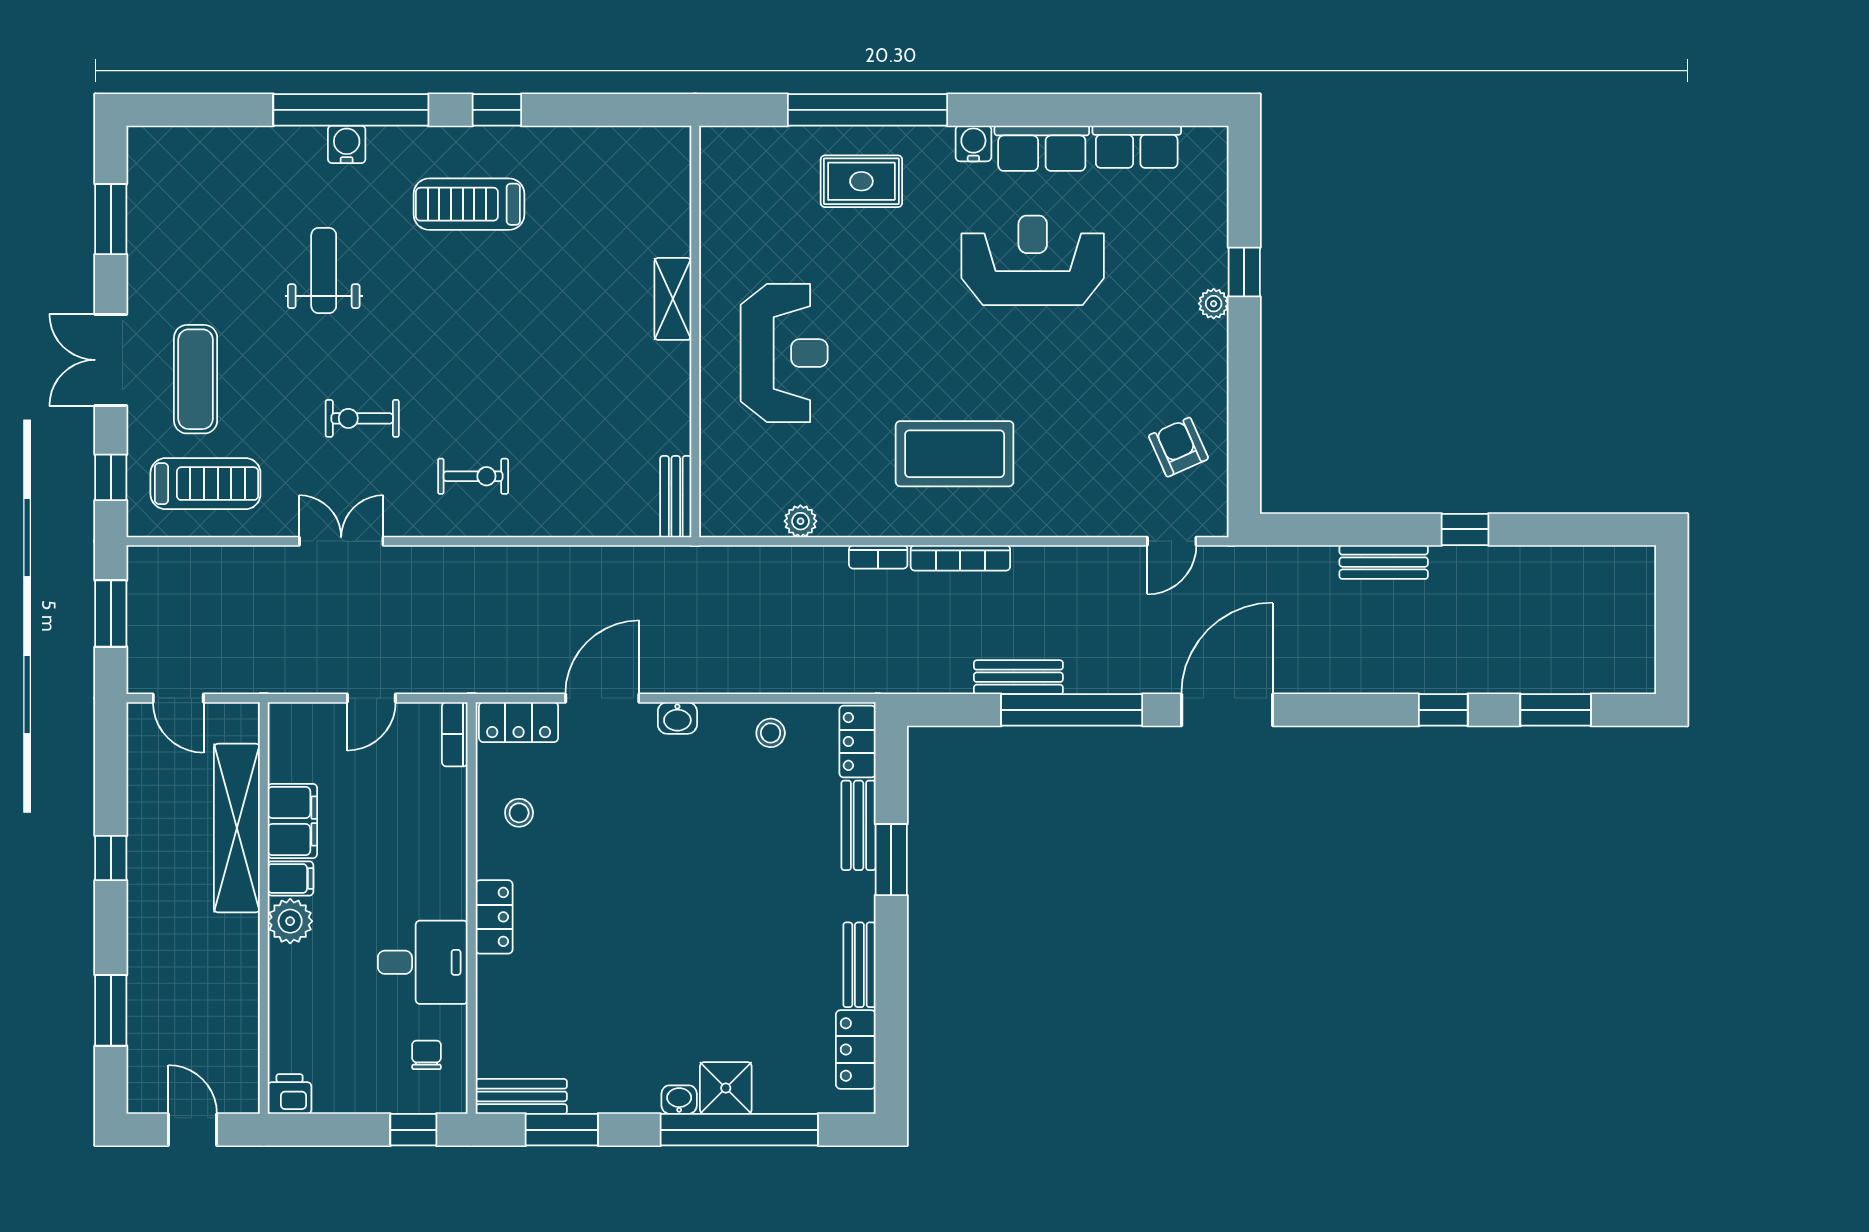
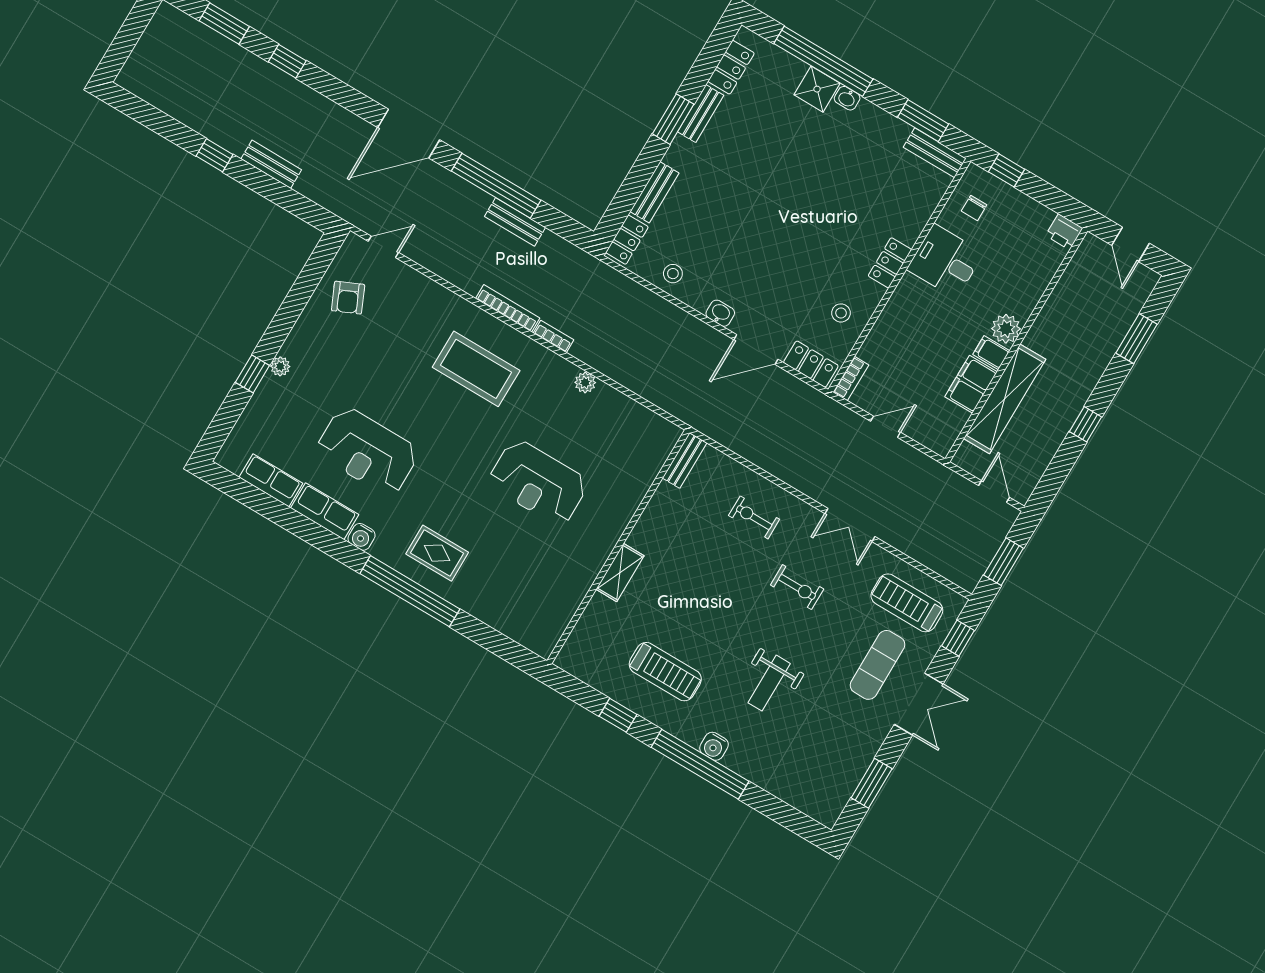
shelving: (673, 299) -> (620, 573), moved
wall: (695, 331) -> (618, 547), moved
reception desk: (784, 353) -> (538, 482), turned -90
bench: (676, 497) -> (685, 460), moved
window: (891, 860) -> (673, 119), moved

